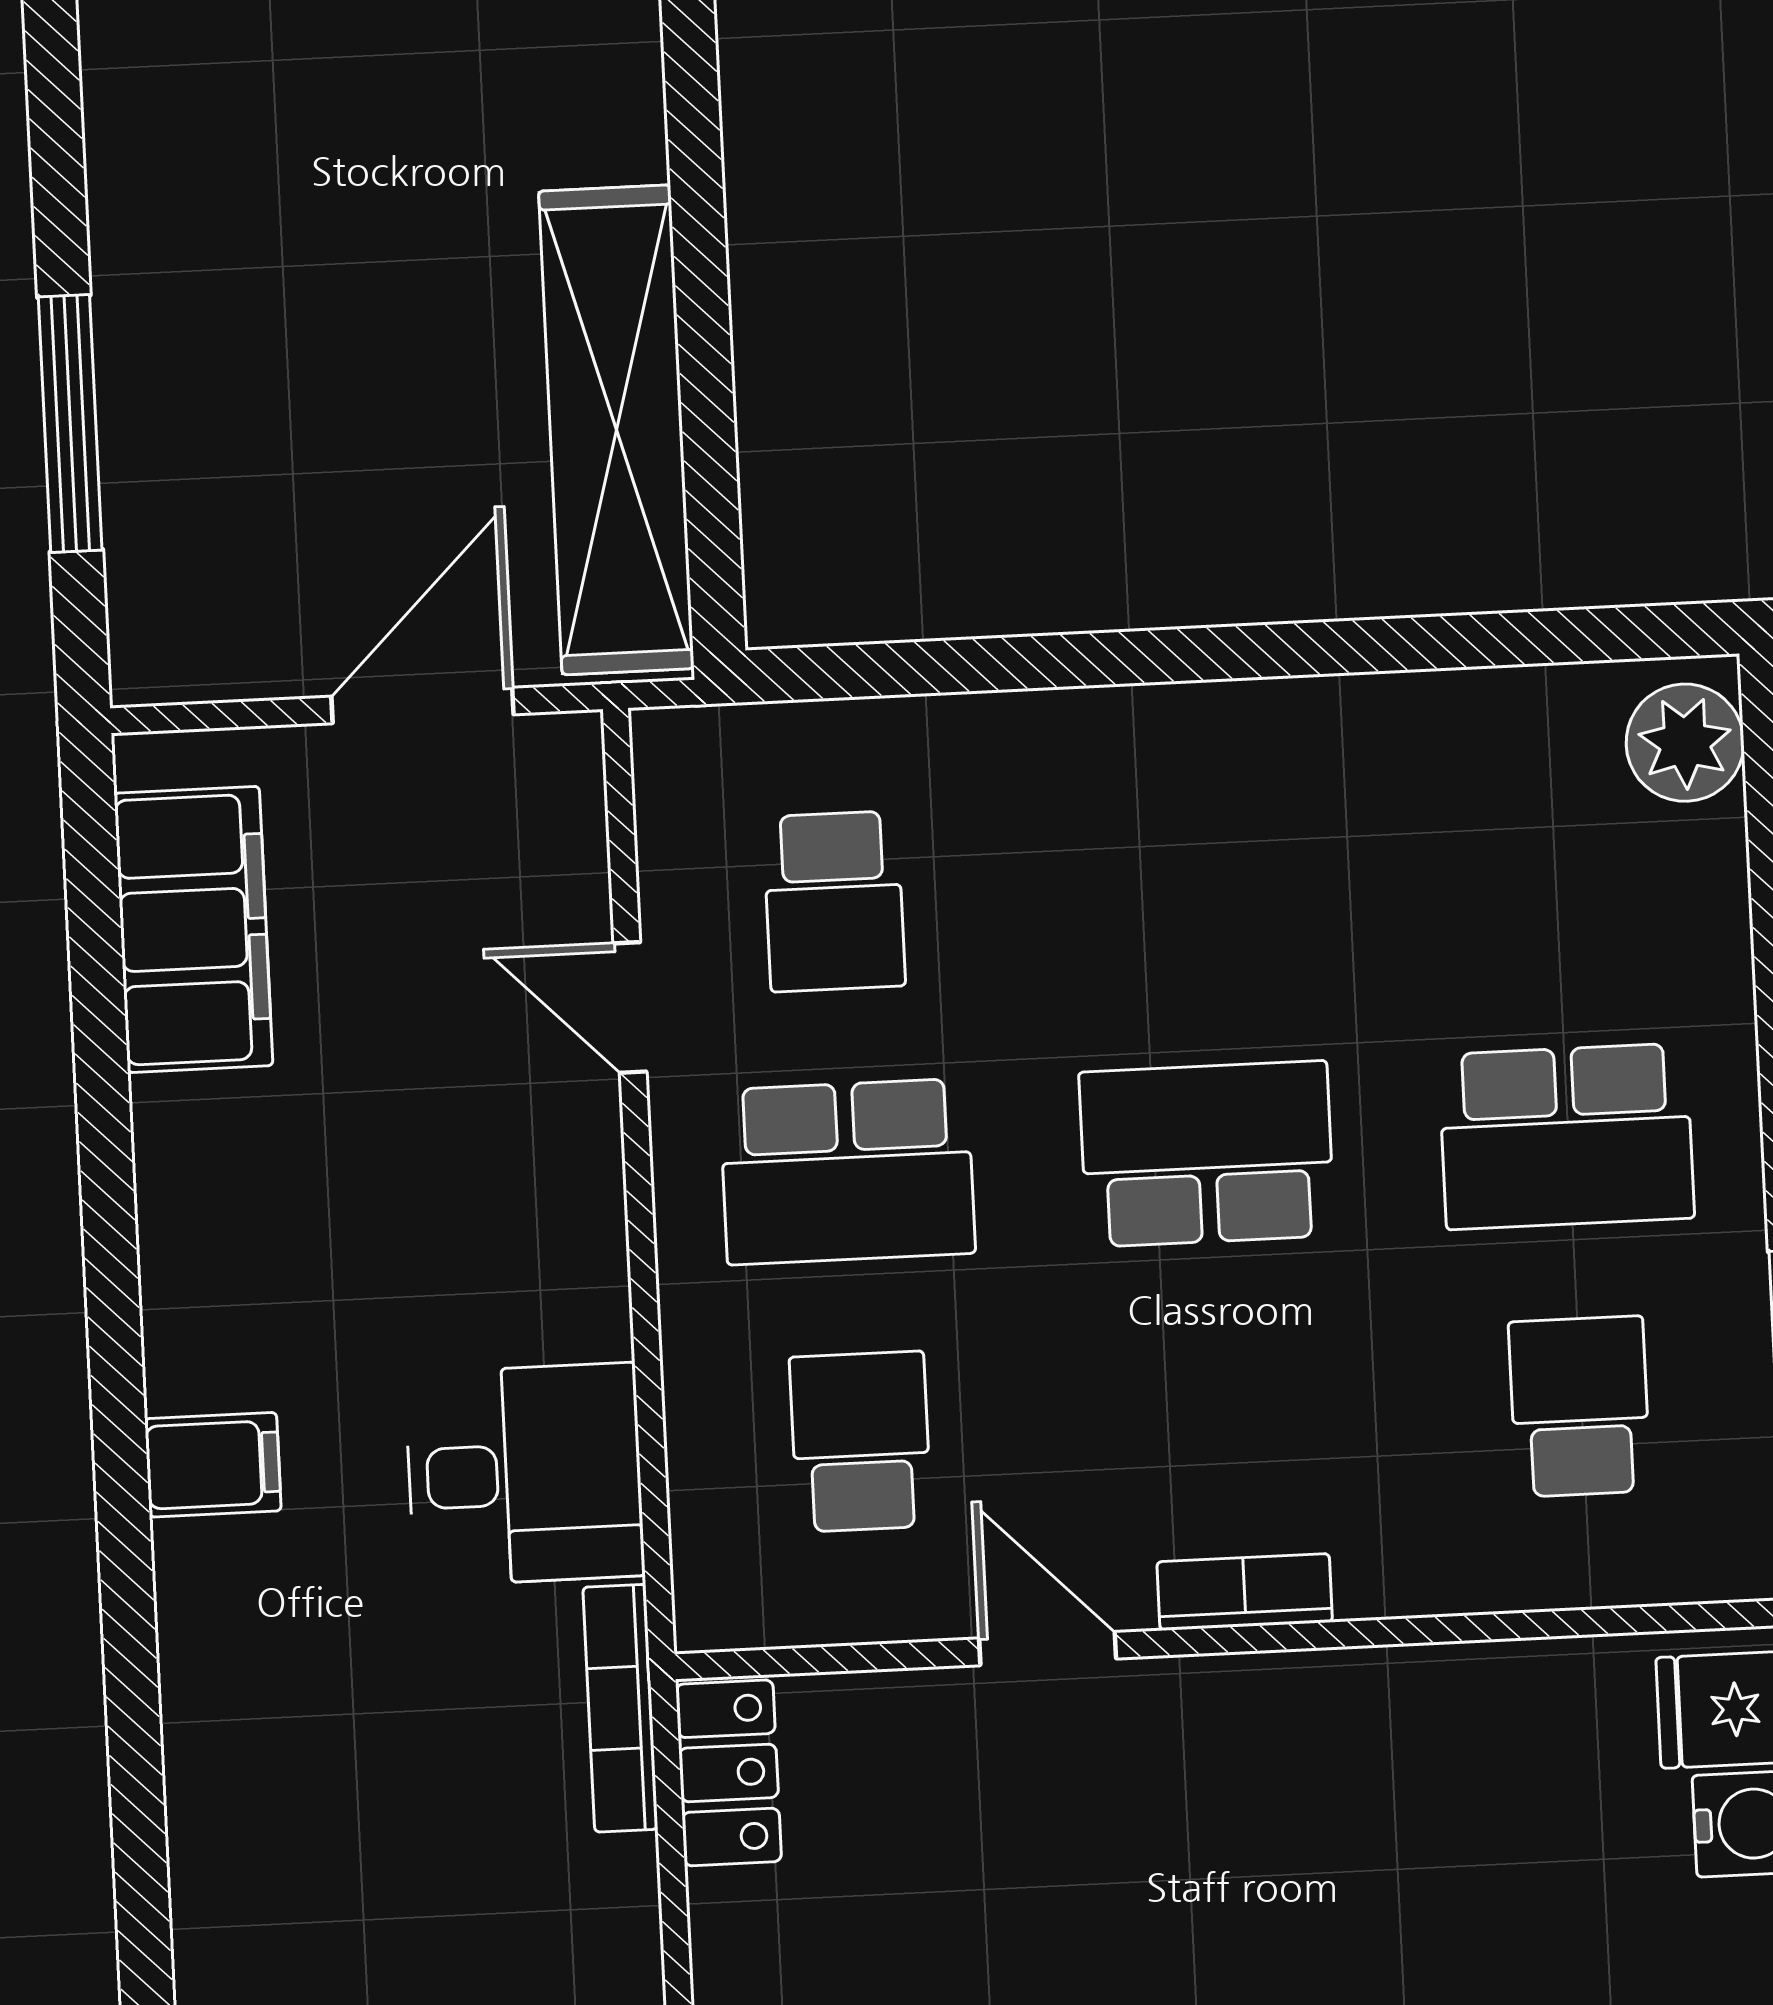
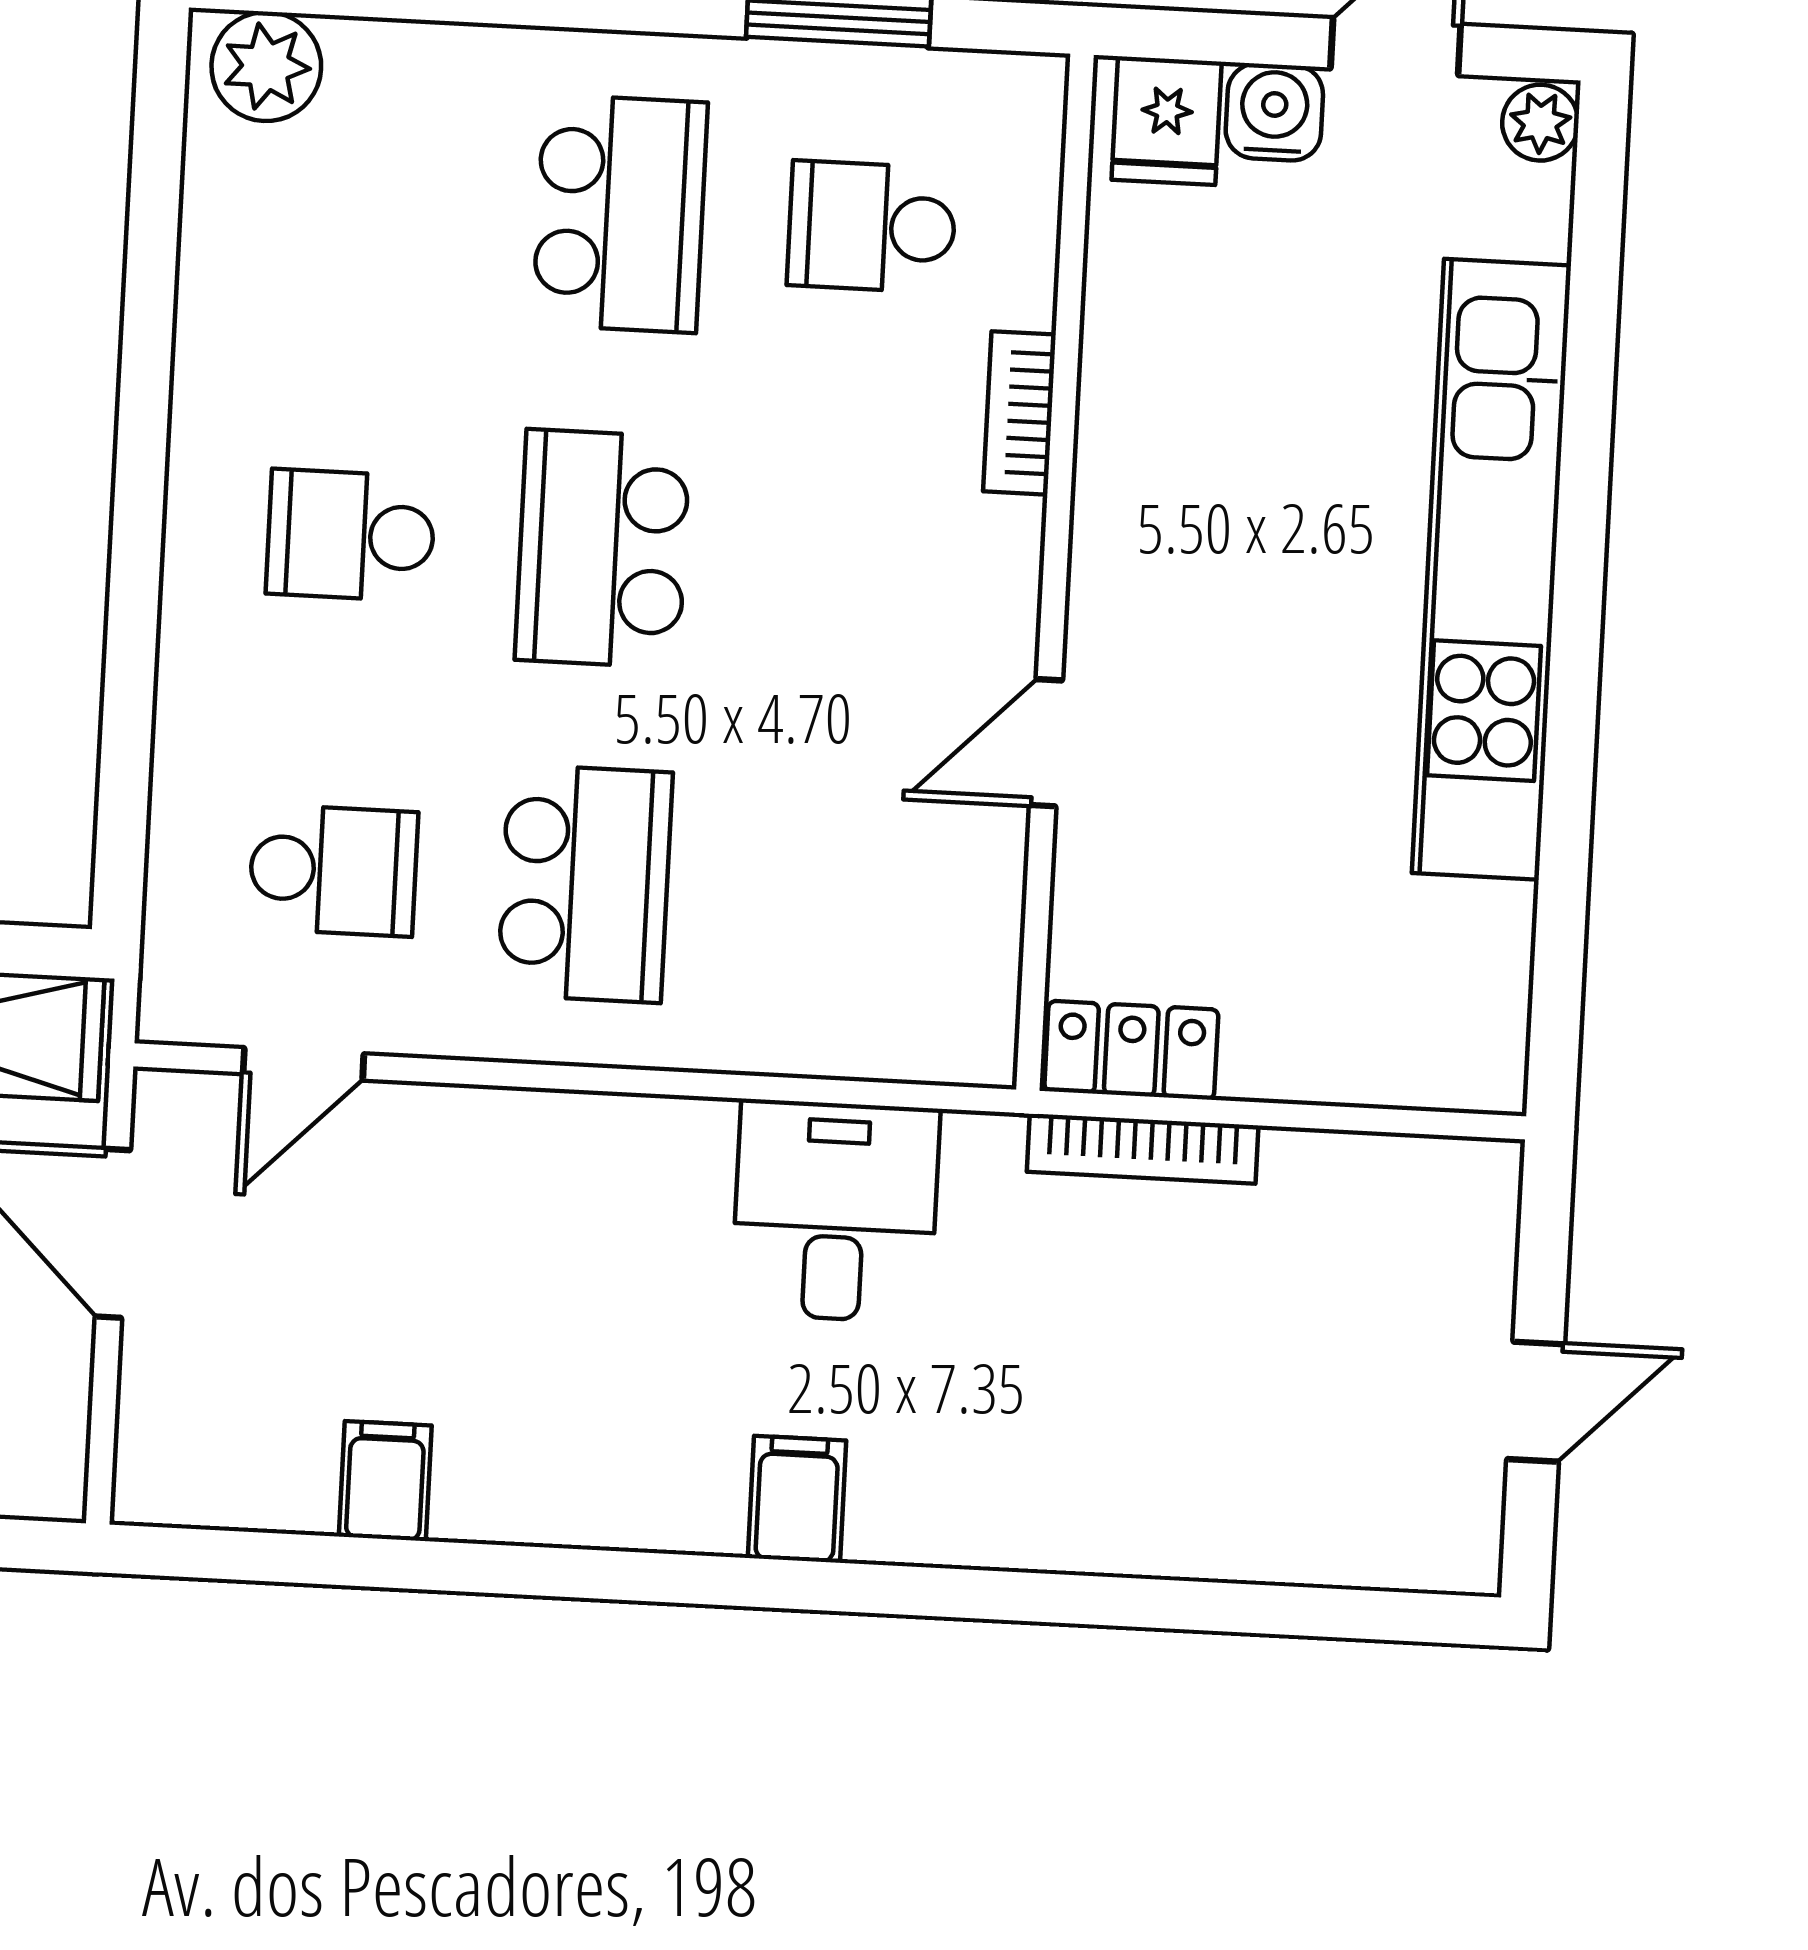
filing cabinet: (193, 929) -> (385, 1481), width x0.33, depth x0.86
door: (630, 1008) -> (303, 1064), moved
school desk: (860, 1442) -> (351, 535), moved
bookcase: (1245, 1592) -> (1020, 413), moved
bookcase: (620, 1708) -> (1143, 1149), moved

